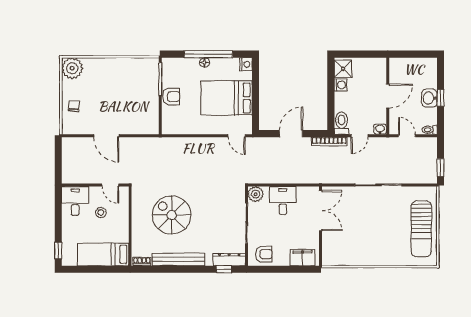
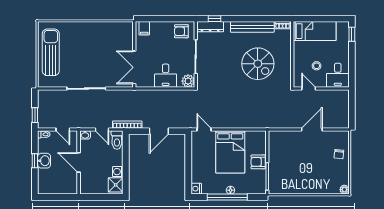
plant: (72, 68) -> (344, 190), width x0.53, depth x0.53
door: (388, 96) -> (79, 162), hinge flipped
bed: (226, 98) -> (230, 152), moved, turned 90
door: (106, 136) -> (312, 129), hinge flipped
door: (360, 136) -> (102, 129), swing flipped
window: (441, 168) -> (35, 115), moved
filing cabinet: (303, 258) -> (144, 28), width x0.50

